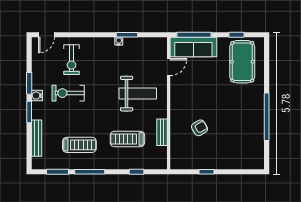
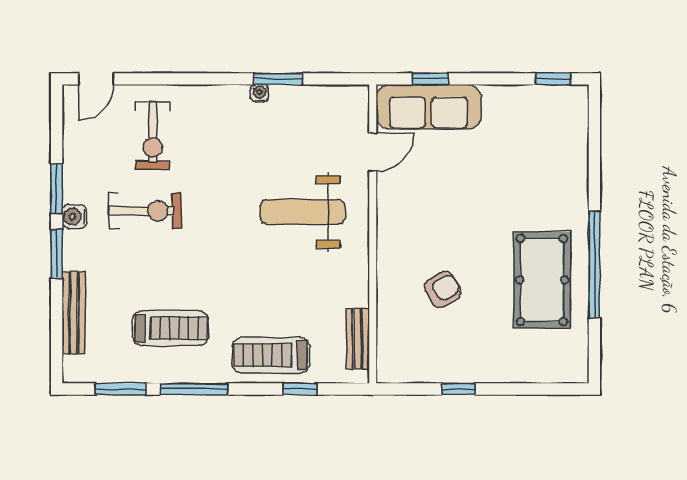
window: (194, 35) -> (430, 79), width x0.46
window: (236, 35) -> (553, 79), moved
pool table: (242, 62) -> (542, 280), moved
exercise bike: (68, 93) -> (145, 211), turned 180
weight bench: (138, 94) -> (303, 212), turned 180
bench: (162, 132) -> (358, 339), moved
treadmill: (127, 139) -> (271, 355), moved

